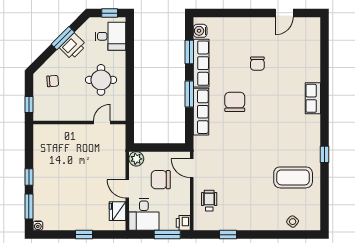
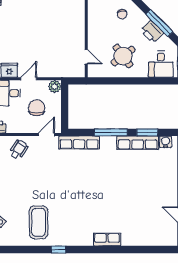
window: (63, 38) -> (159, 23), width x1.44
chair: (257, 64) -> (137, 191), removed
round table: (101, 80) -> (123, 56), turned -37
window: (189, 94) -> (111, 132), width x1.44
chair: (235, 102) -> (104, 172), removed
row of seats: (201, 112) -> (79, 143), moved
wheelchair: (209, 201) -> (18, 150), turned -57

